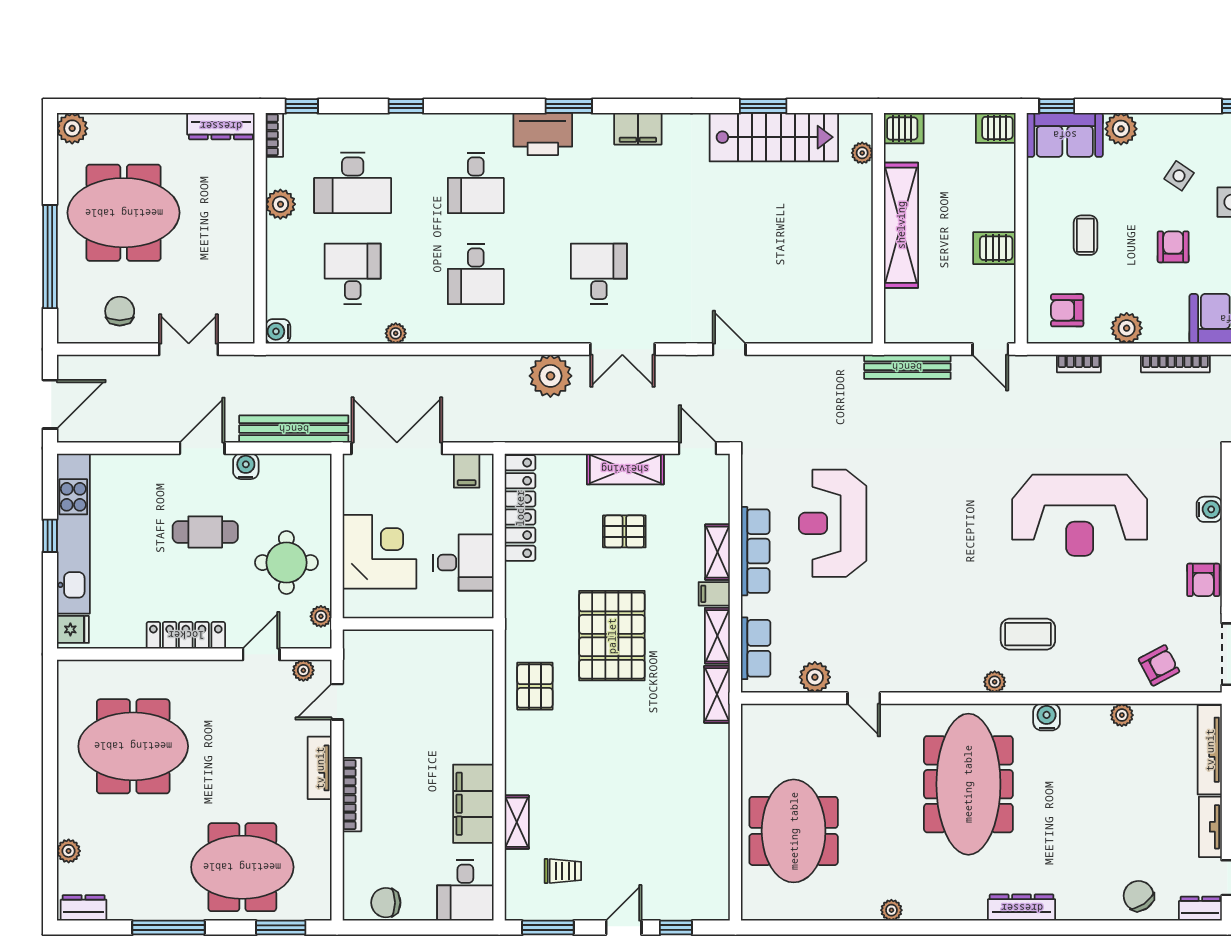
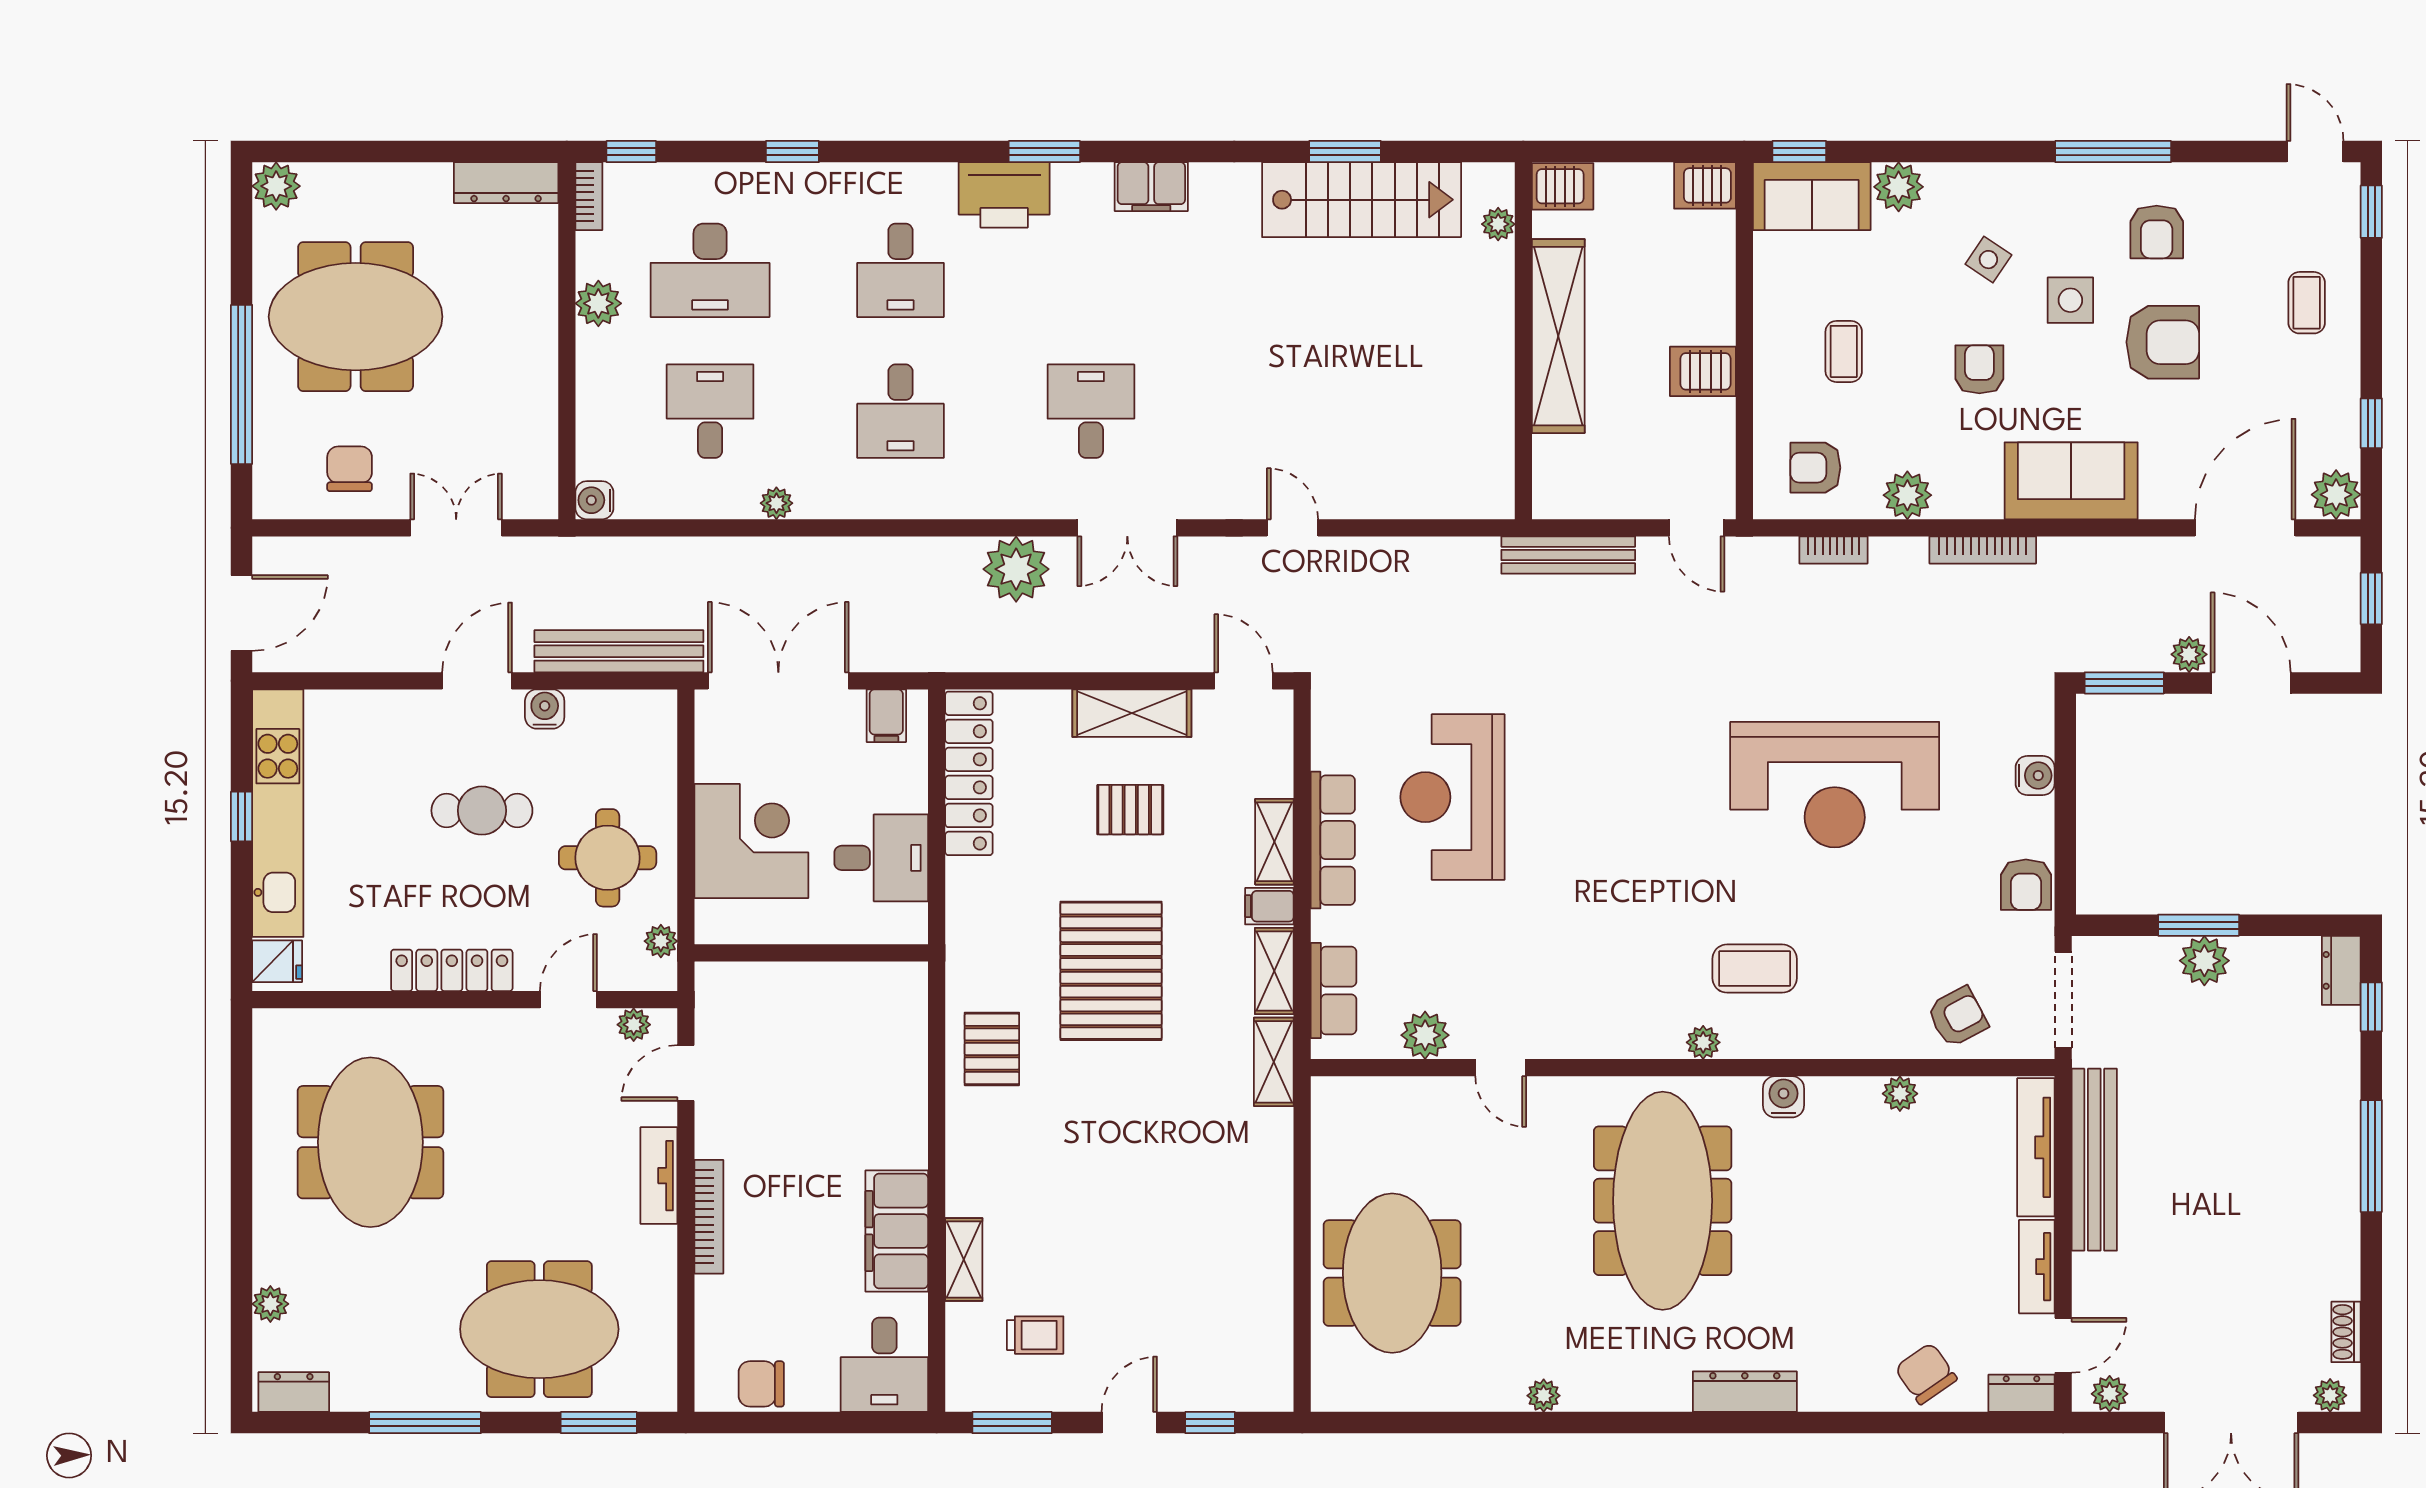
meeting table: (133, 746) -> (370, 1142), turned 90

